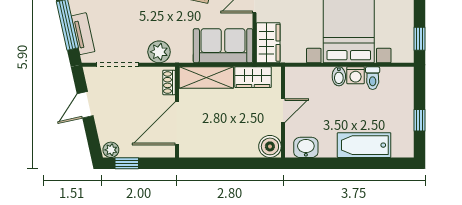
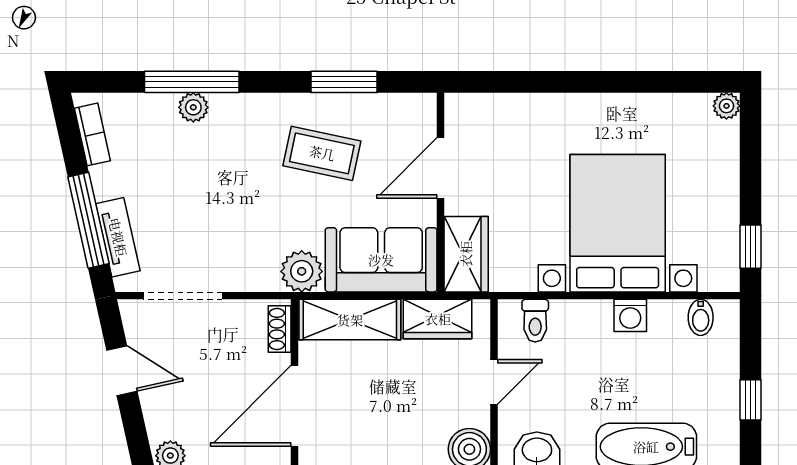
plant: (159, 52) -> (302, 271), moved
bidet: (339, 76) -> (701, 317), moved
toilet: (373, 78) -> (535, 321), moved
door: (85, 105) -> (122, 371), swing flipped

